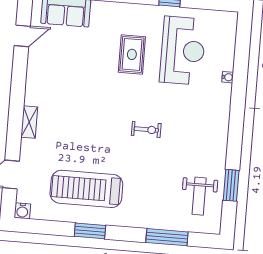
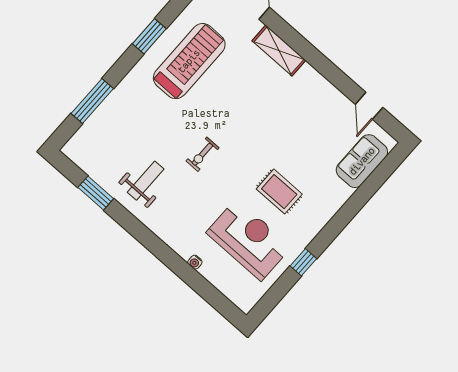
reception desk: (183, 51) -> (249, 240), turned 180
shelving: (29, 122) -> (279, 51), width x1.50, depth x1.33
weight bench: (199, 196) -> (146, 181), moved, turned 90

